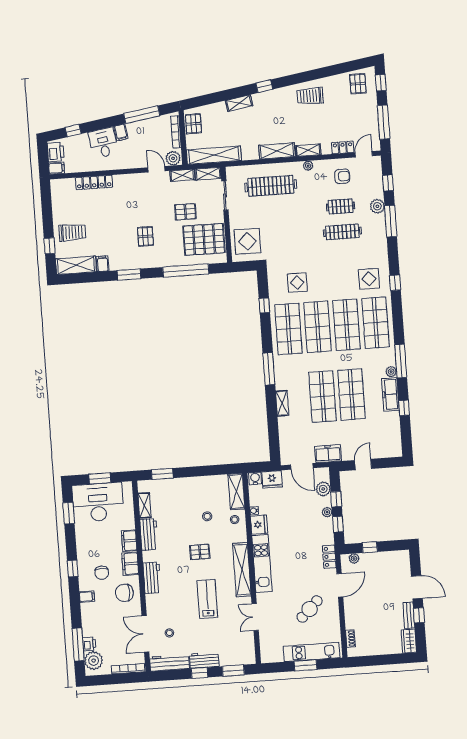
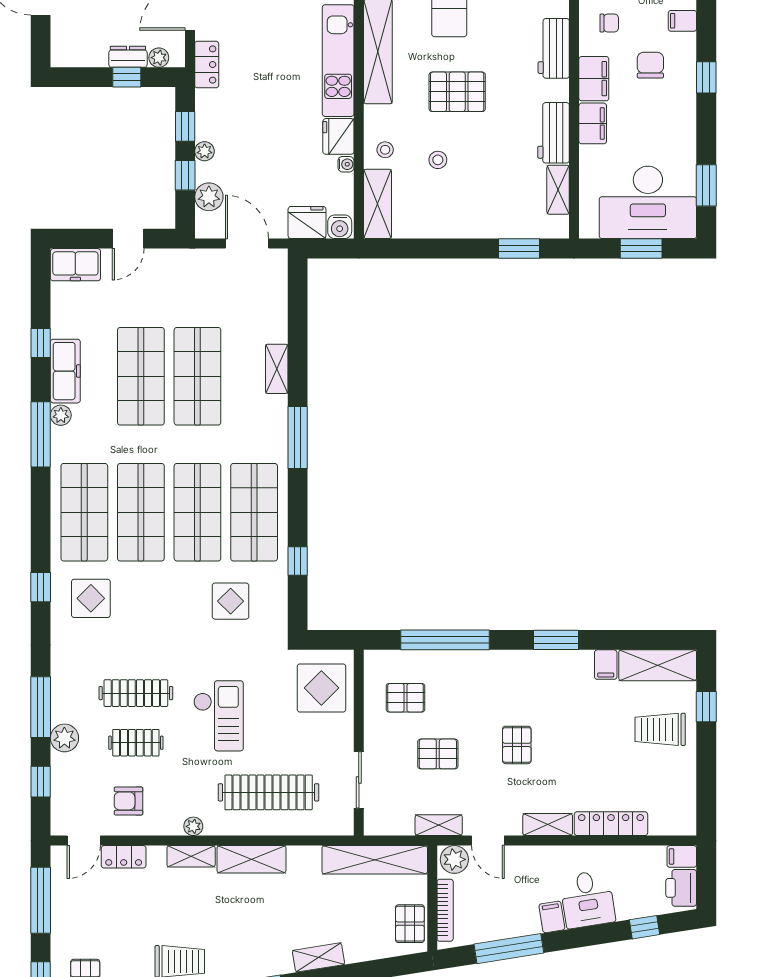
shelving: (208, 174) -> (548, 825), moved
checkout: (299, 223) -> (218, 716), added
pallet: (145, 236) -> (517, 745), moved
pallet: (204, 239) -> (406, 698), width x0.49, depth x0.50
freezer: (328, 454) -> (75, 265), moved
pallet: (200, 552) -> (457, 92), width x1.50, depth x1.42
dresser: (370, 558) -> (128, 57), added
chair: (124, 593) -> (609, 23), width x0.54, depth x0.54

